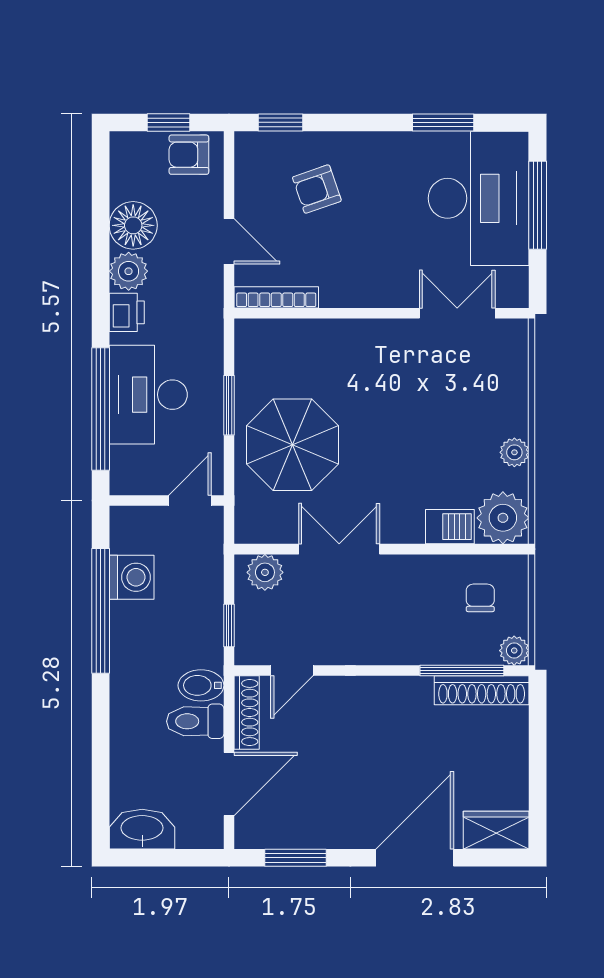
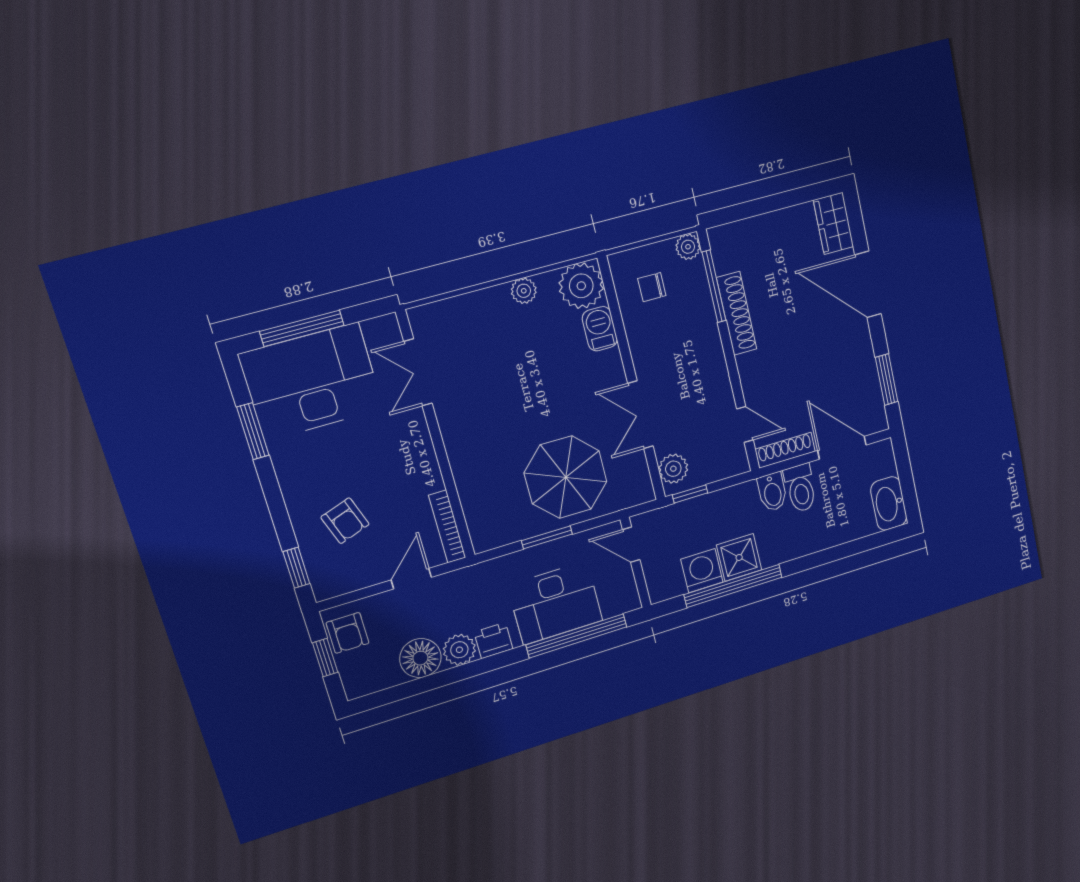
shower: (133, 626) -> (739, 557), added
window: (229, 626) -> (690, 494), moved
shoe rack: (482, 690) -> (737, 313), moved

